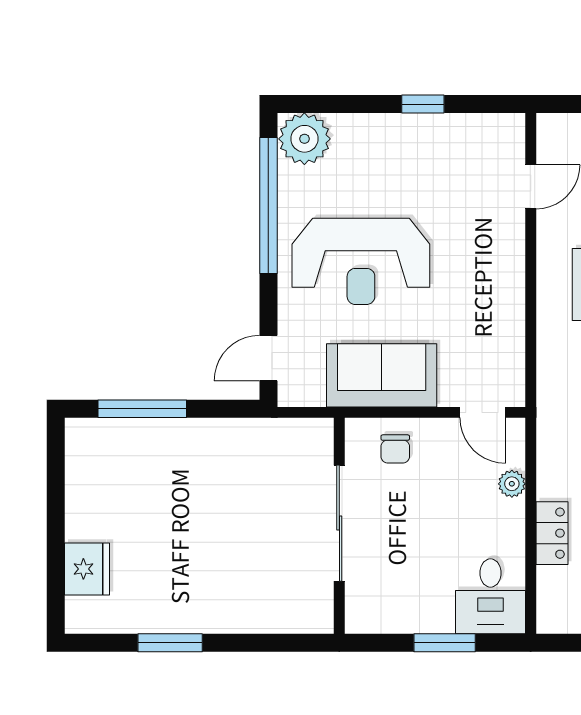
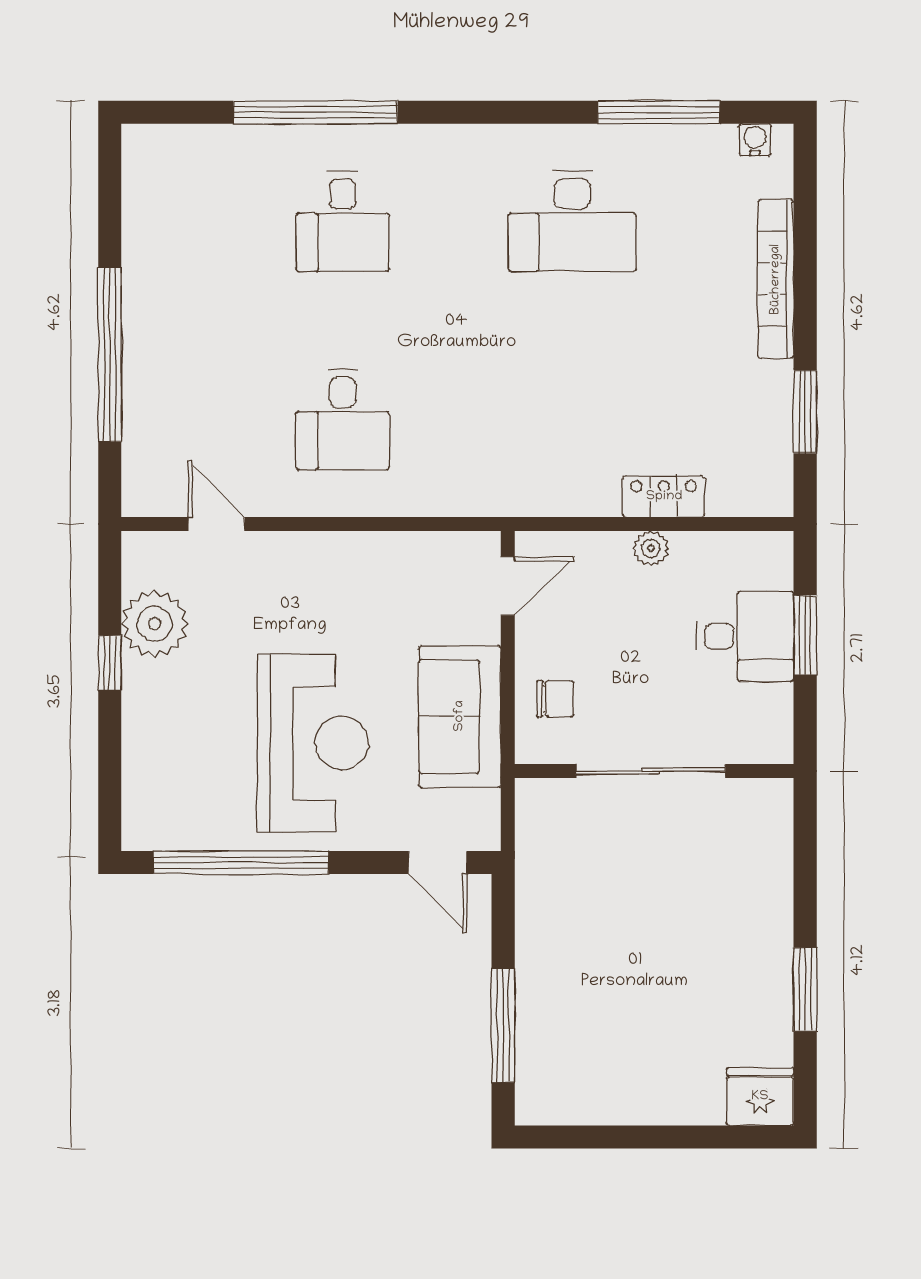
plant: (304, 139) -> (155, 624), moved
plant: (512, 484) -> (651, 548), moved
fridge: (87, 569) -> (760, 1097), moved
desk: (491, 596) -> (745, 636), moved

